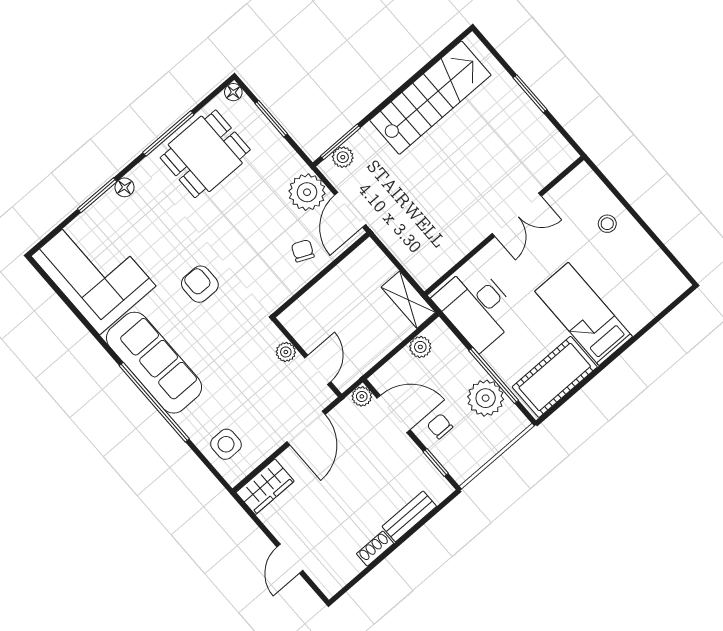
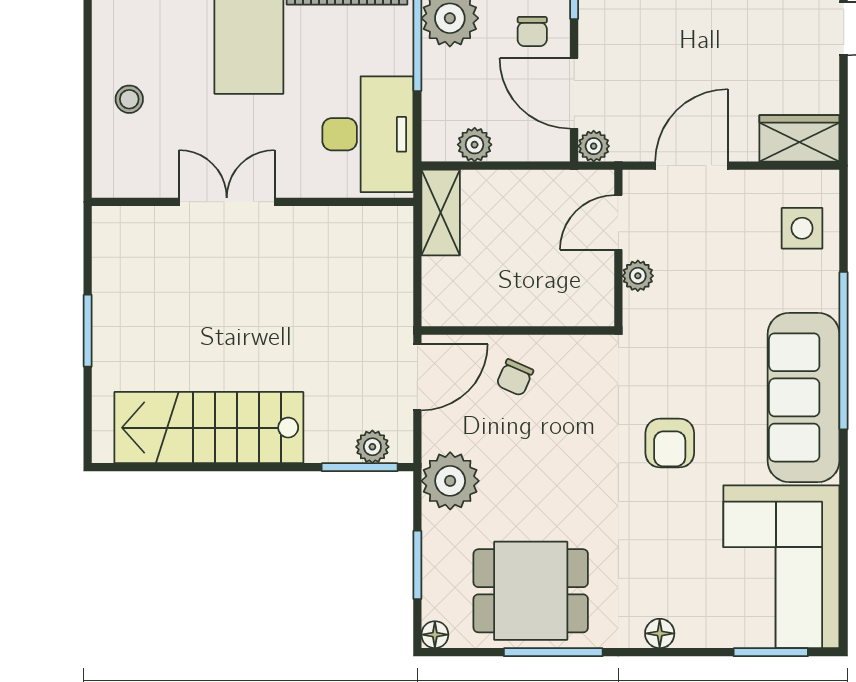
plant: (307, 192) -> (450, 481), moved
window: (97, 195) -> (771, 652), moved

